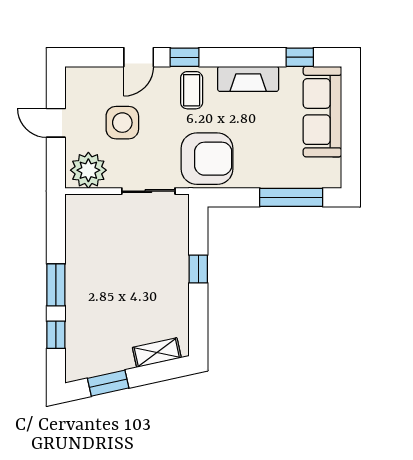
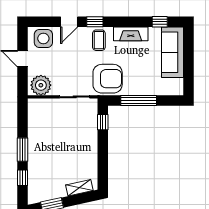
side table: (122, 123) -> (43, 38), moved
window: (291, 197) -> (139, 100), moved
window: (198, 269) -> (103, 122), moved

